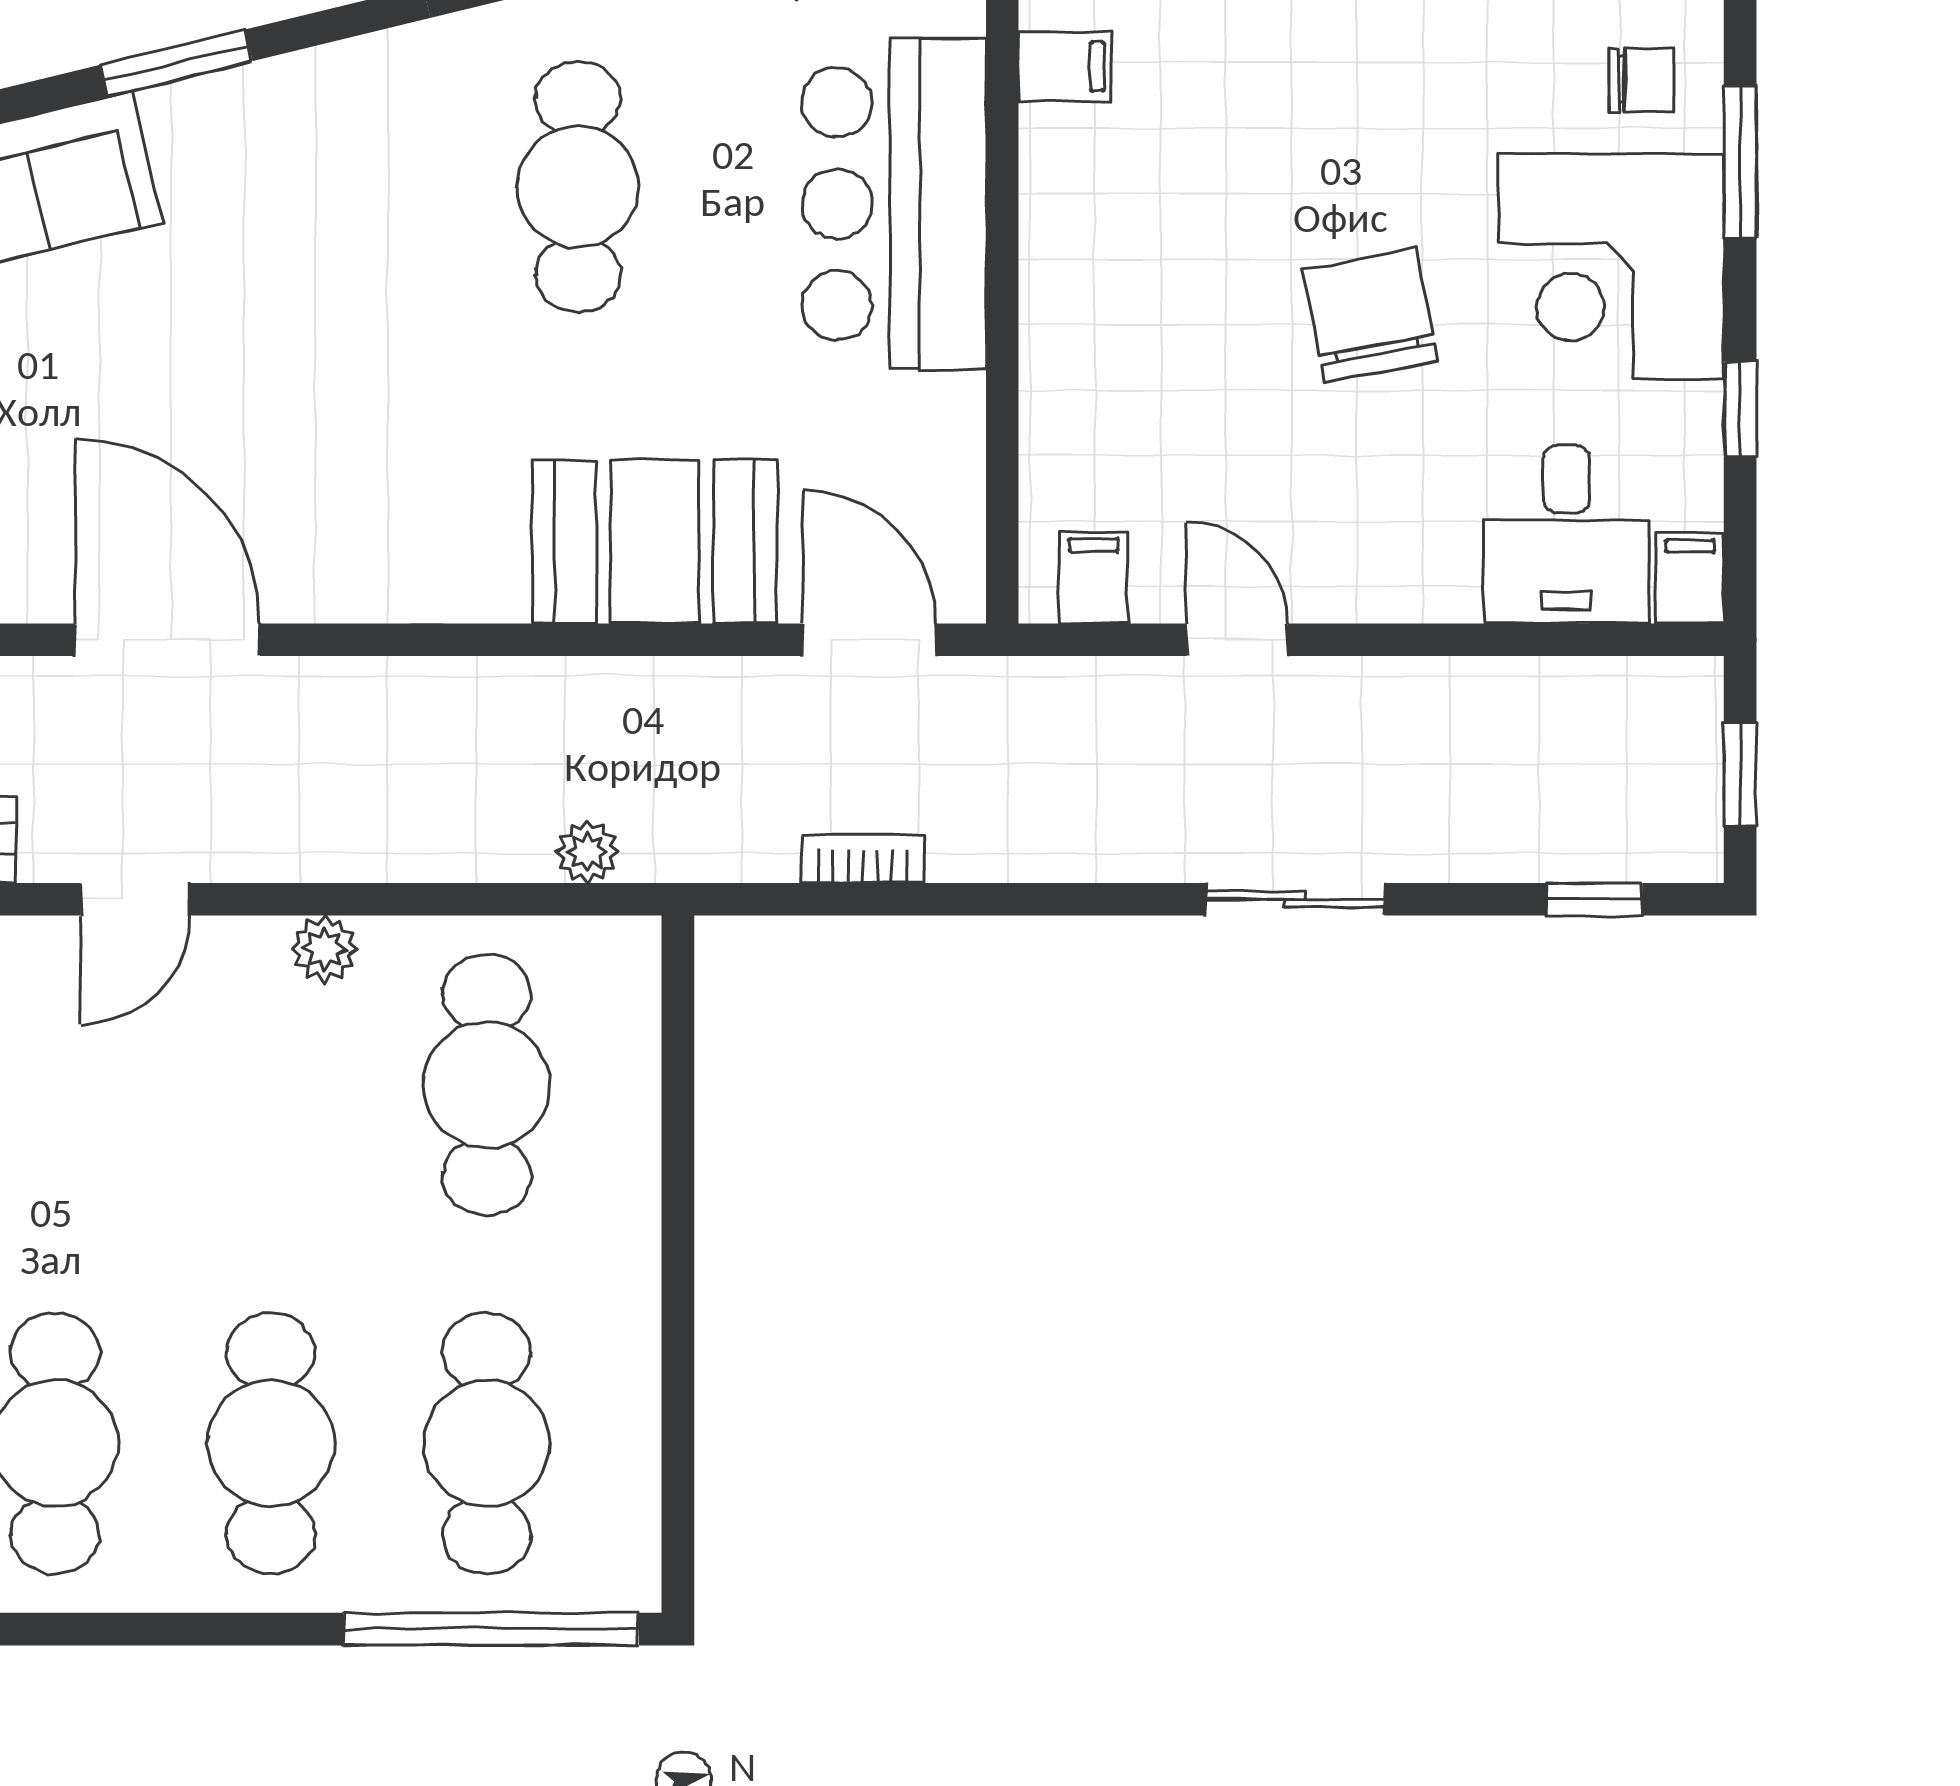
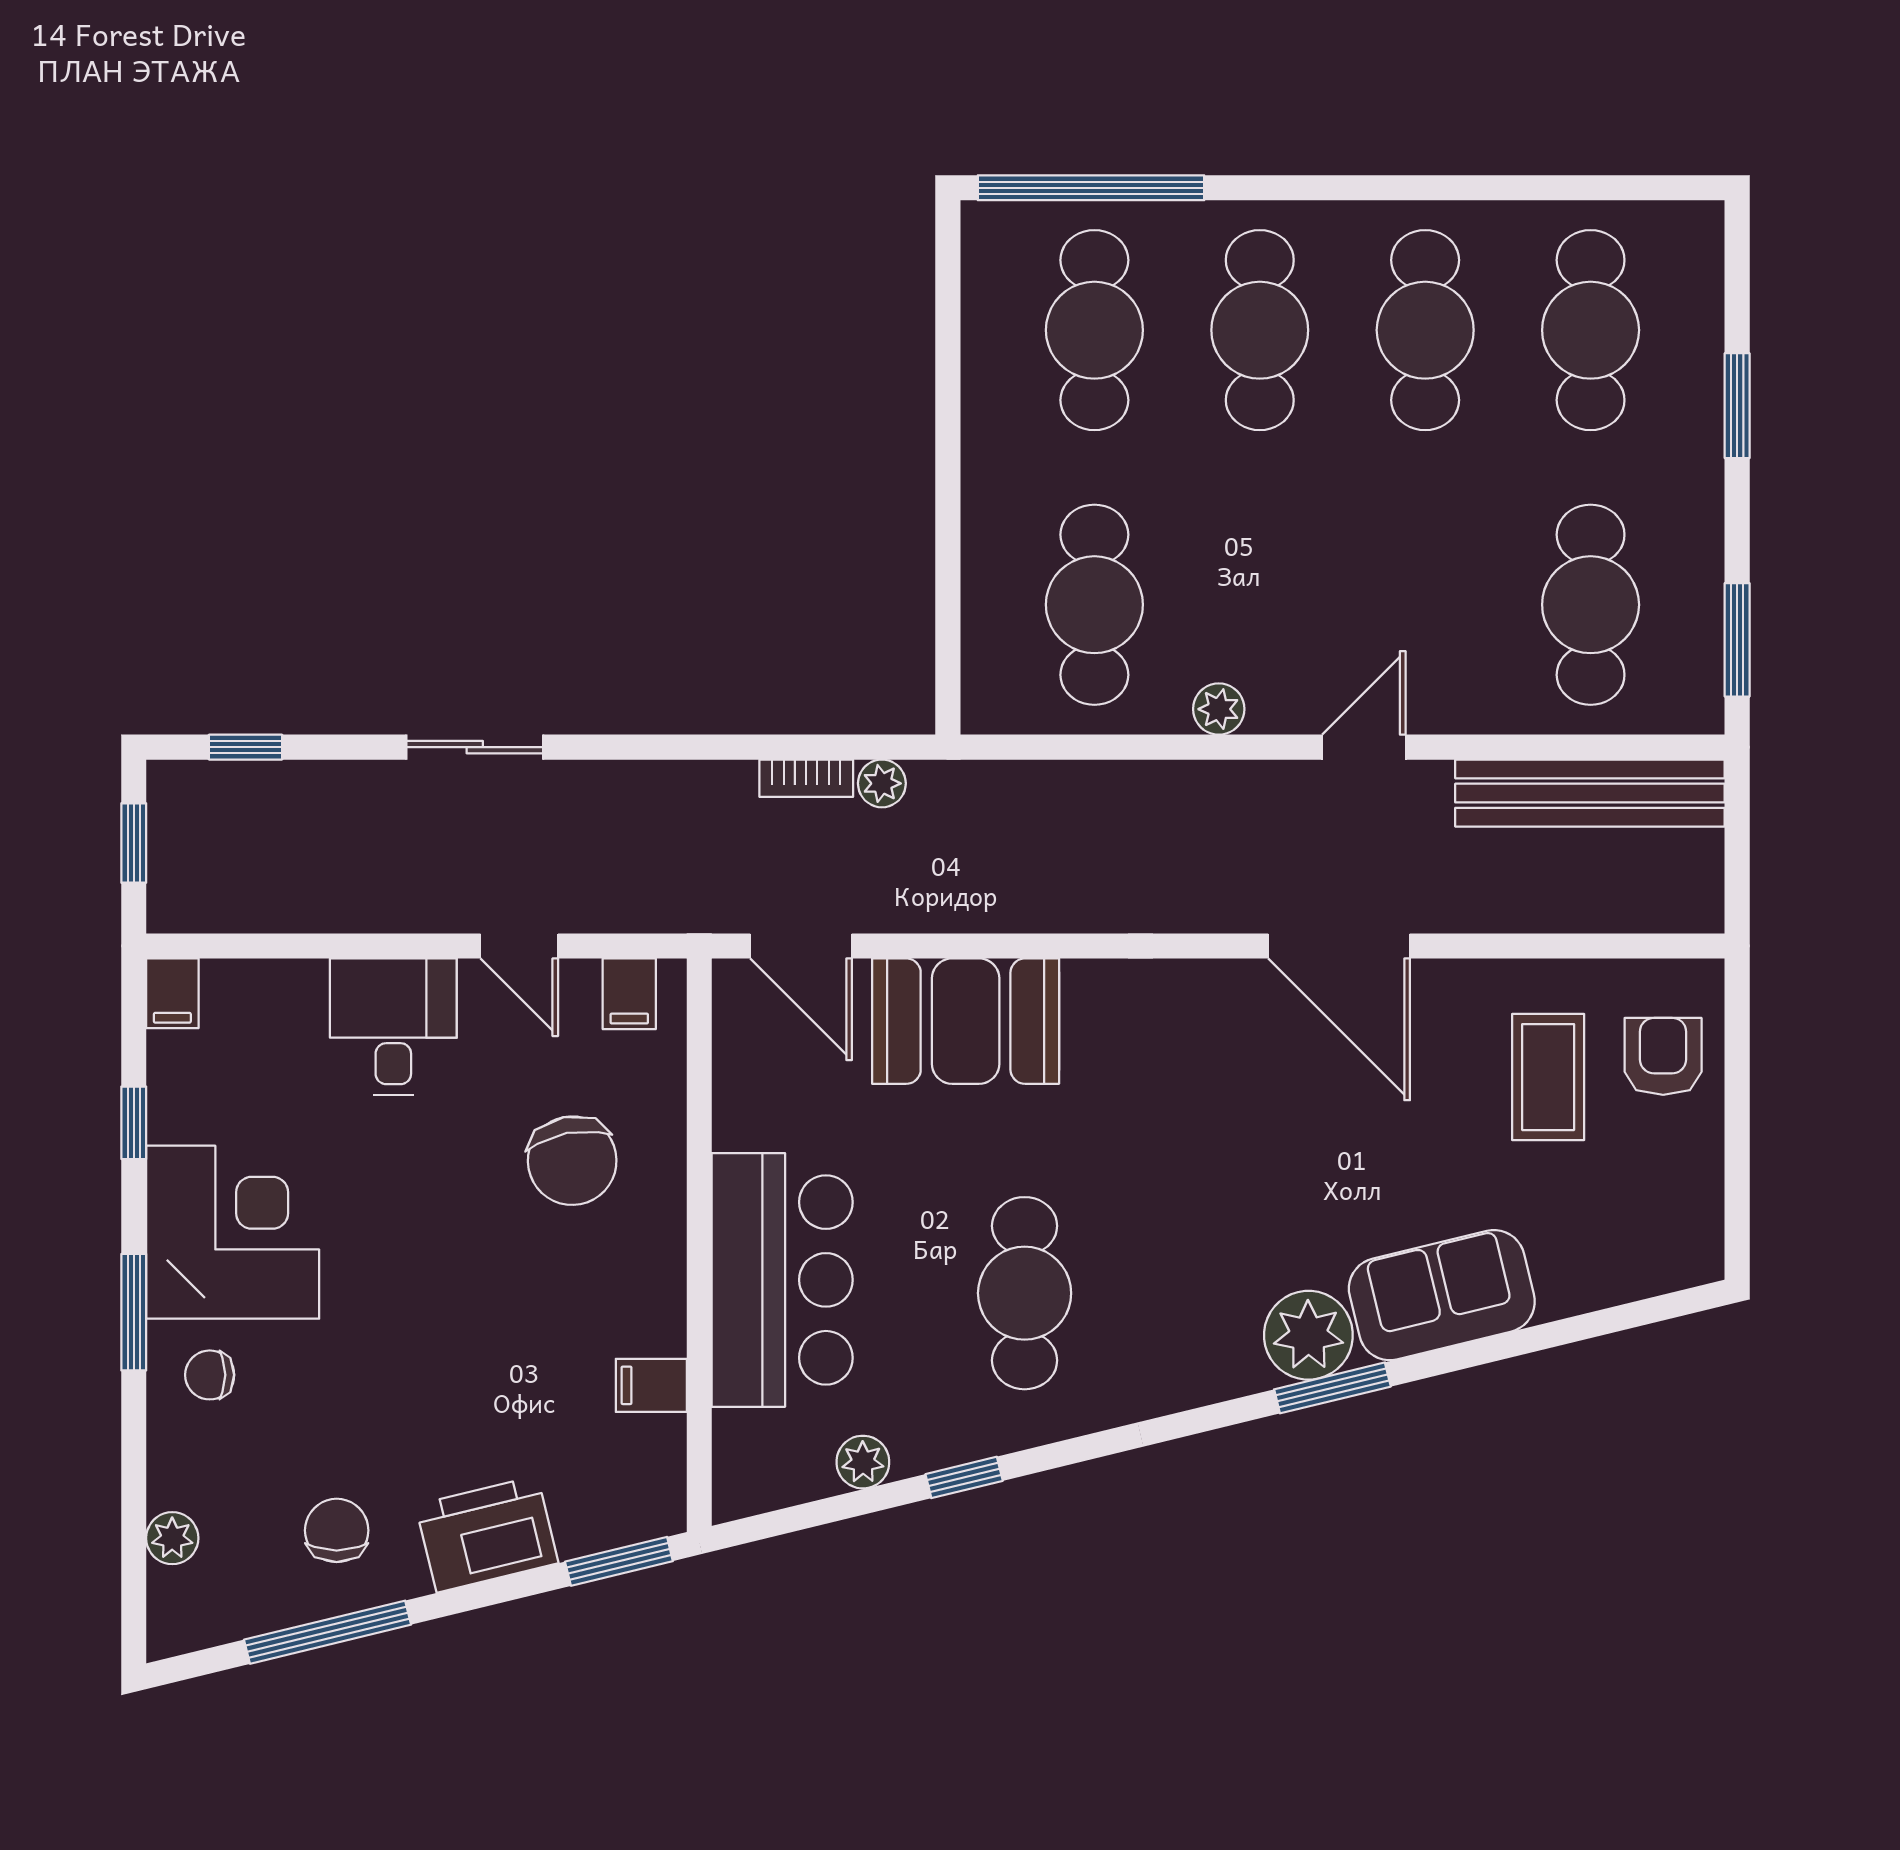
plant: (207, 132) -> (1308, 1335), added
chair: (1371, 315) -> (572, 1161), moved
desk: (1566, 534) -> (393, 1027), moved
plant: (587, 852) -> (882, 783), moved

